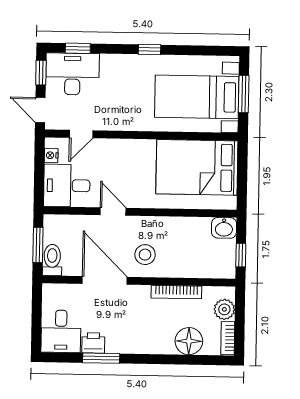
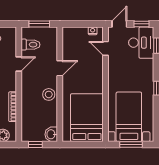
desk: (67, 186) -> (75, 40), removed
stool: (145, 255) -> (49, 94), moved
toilet: (52, 260) -> (30, 45), moved
door: (105, 280) -> (19, 64), width x0.53

